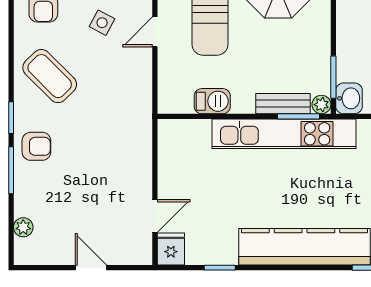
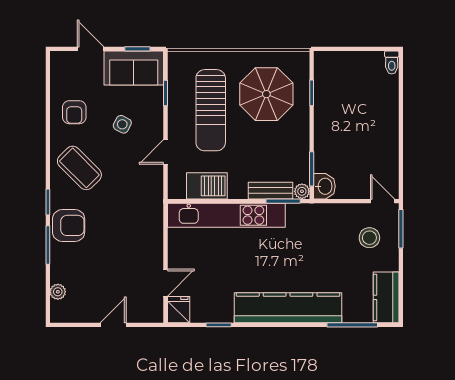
door: (155, 32) -> (166, 152), moved
barbecue: (212, 101) -> (207, 186), width x1.38, depth x1.27
kitchen unit: (284, 134) -> (226, 215), moved
armchair: (36, 146) -> (69, 225), width x1.38, depth x1.38
door: (91, 268) -> (113, 325), hinge flipped

